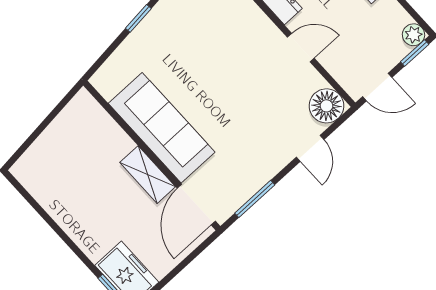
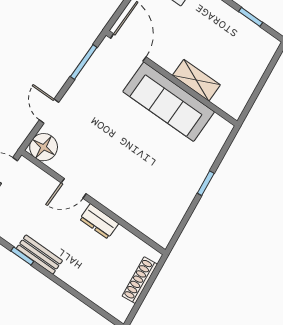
shelving: (148, 175) -> (196, 80), moved
window: (39, 209) -> (251, 17), added

